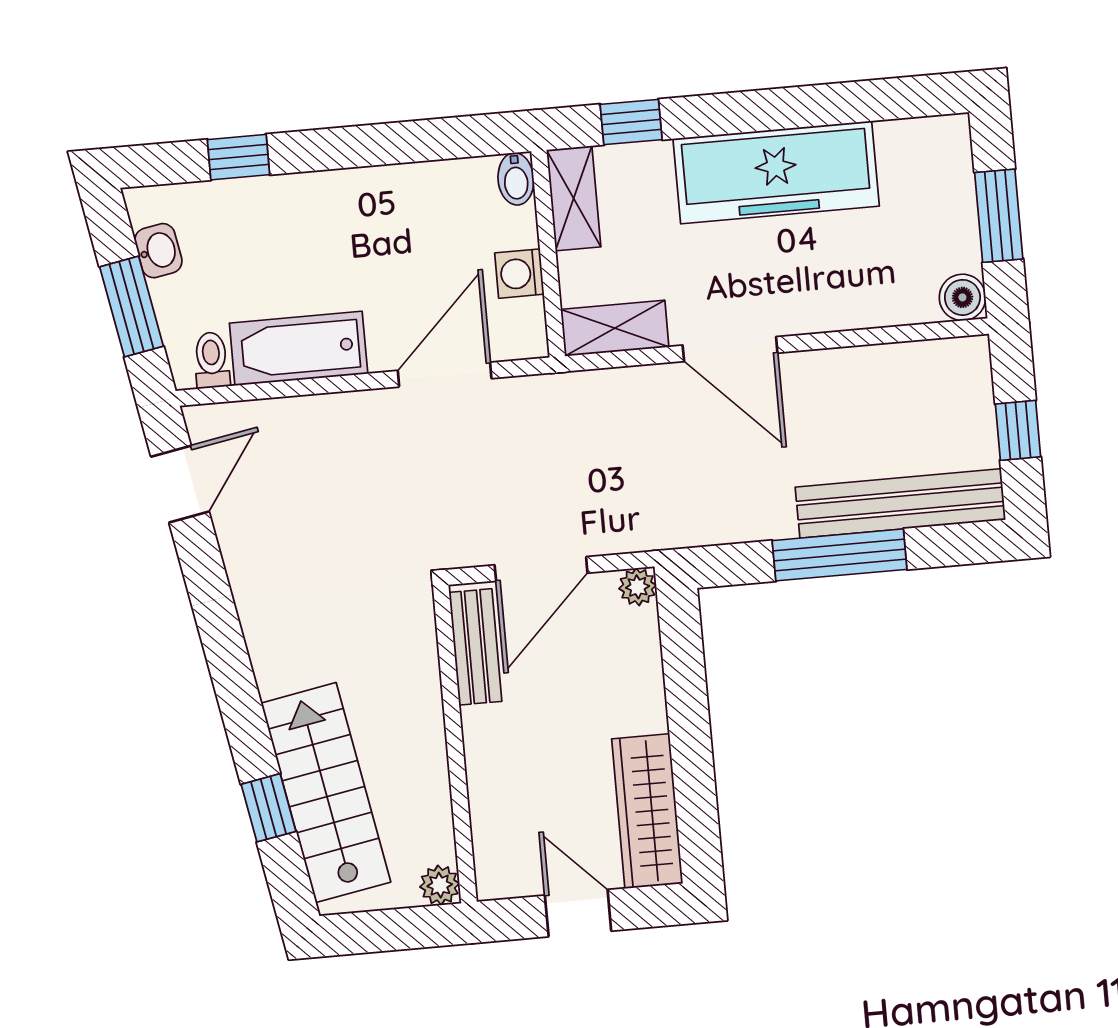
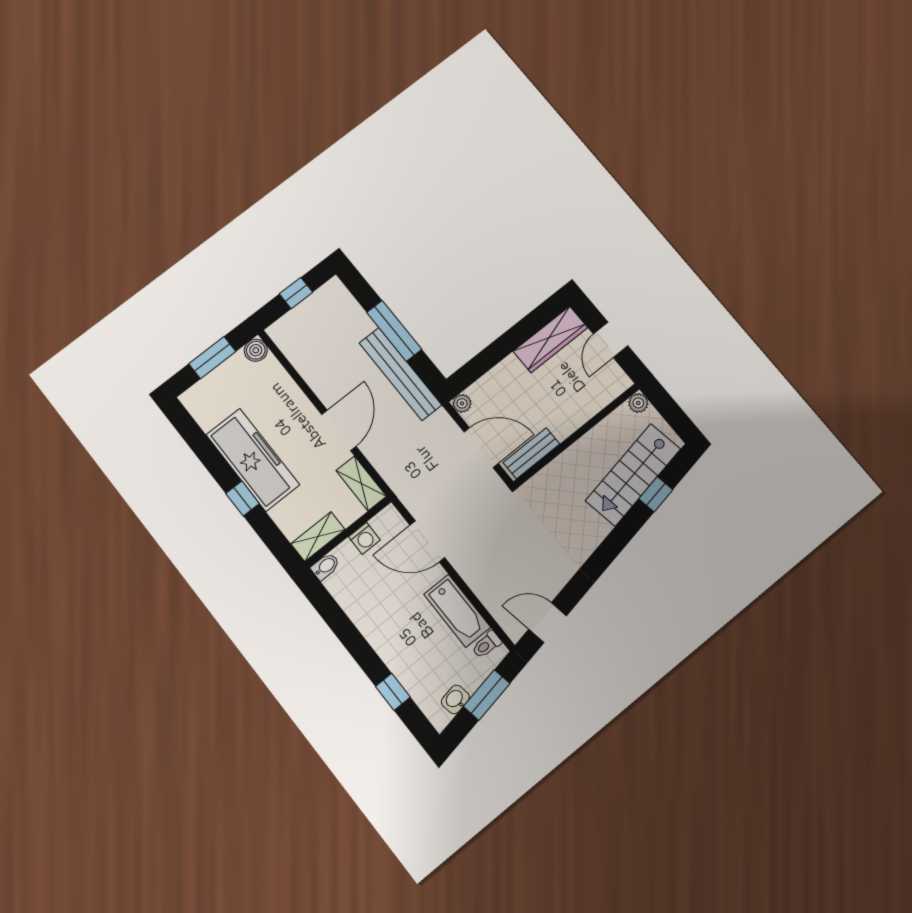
window: (631, 122) -> (243, 498), moved
bench: (900, 503) -> (400, 374), moved

